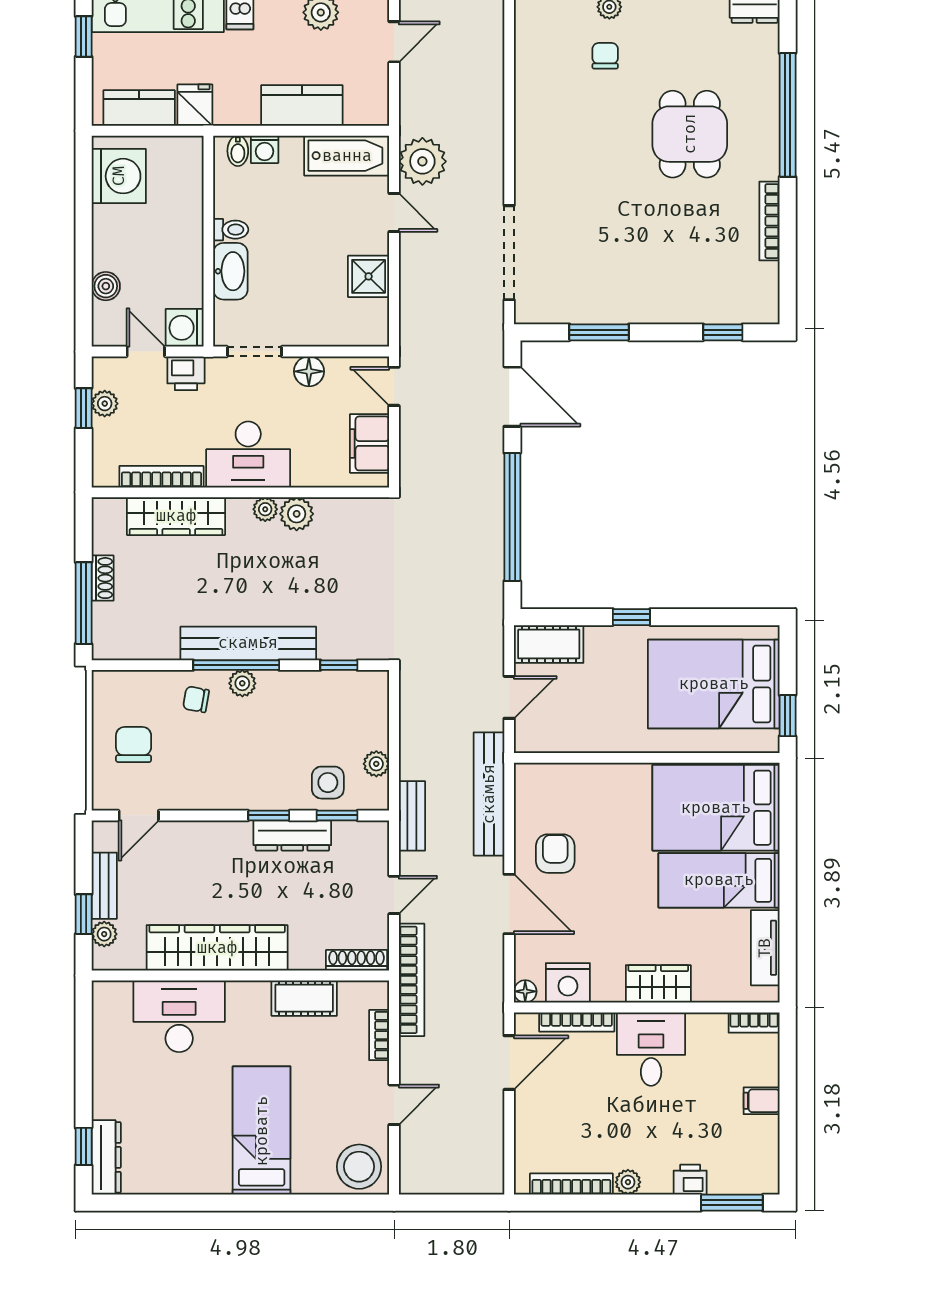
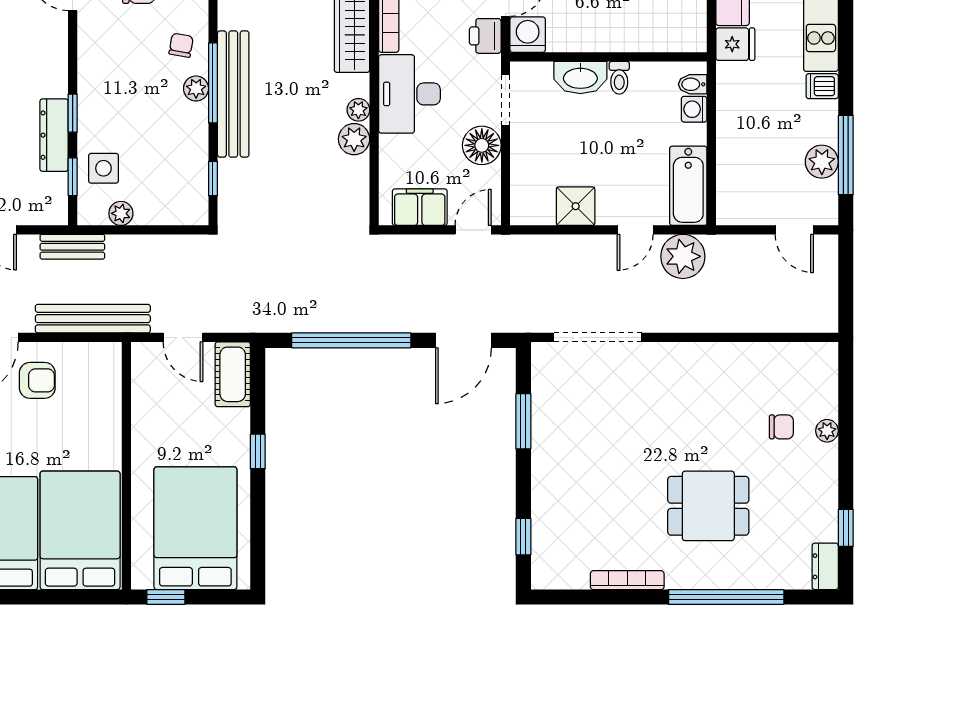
kitchen counter: (302, 106) -> (735, 144), removed
floor lamp: (309, 371) -> (482, 145), width x1.38, depth x1.38

